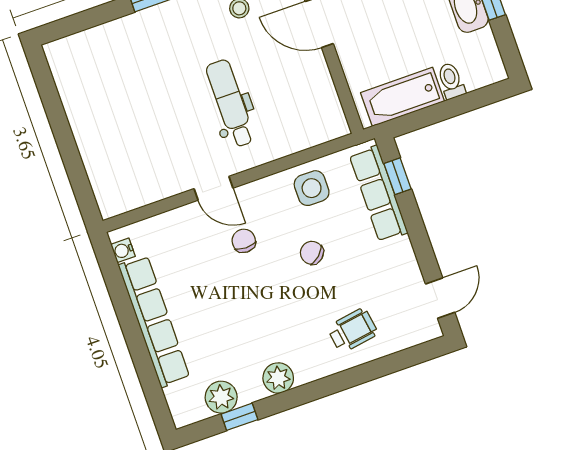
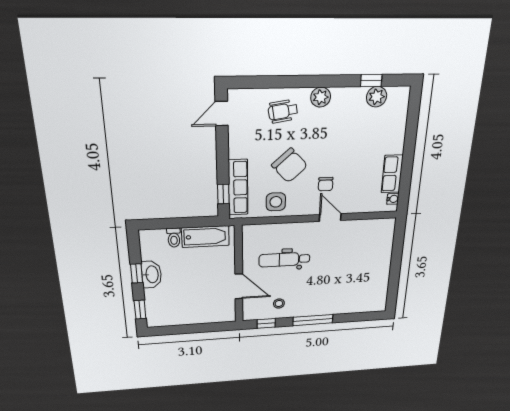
dental chair: (230, 103) -> (284, 260), moved, turned 90
chair: (312, 253) -> (290, 165), width x1.87, depth x1.87
row of seats: (154, 321) -> (392, 174), width x0.50
plant: (278, 378) -> (321, 97), moved

